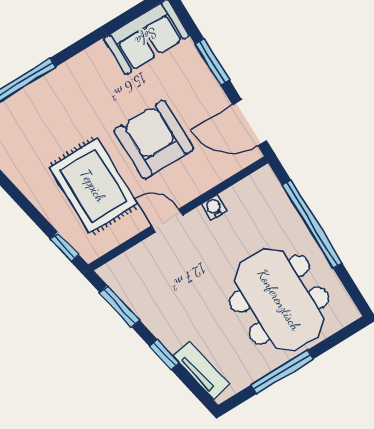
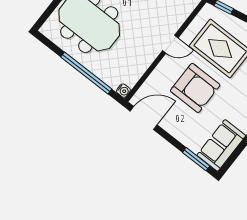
window: (212, 62) -> (196, 159), moved
water cooler: (214, 207) -> (123, 91), moved

